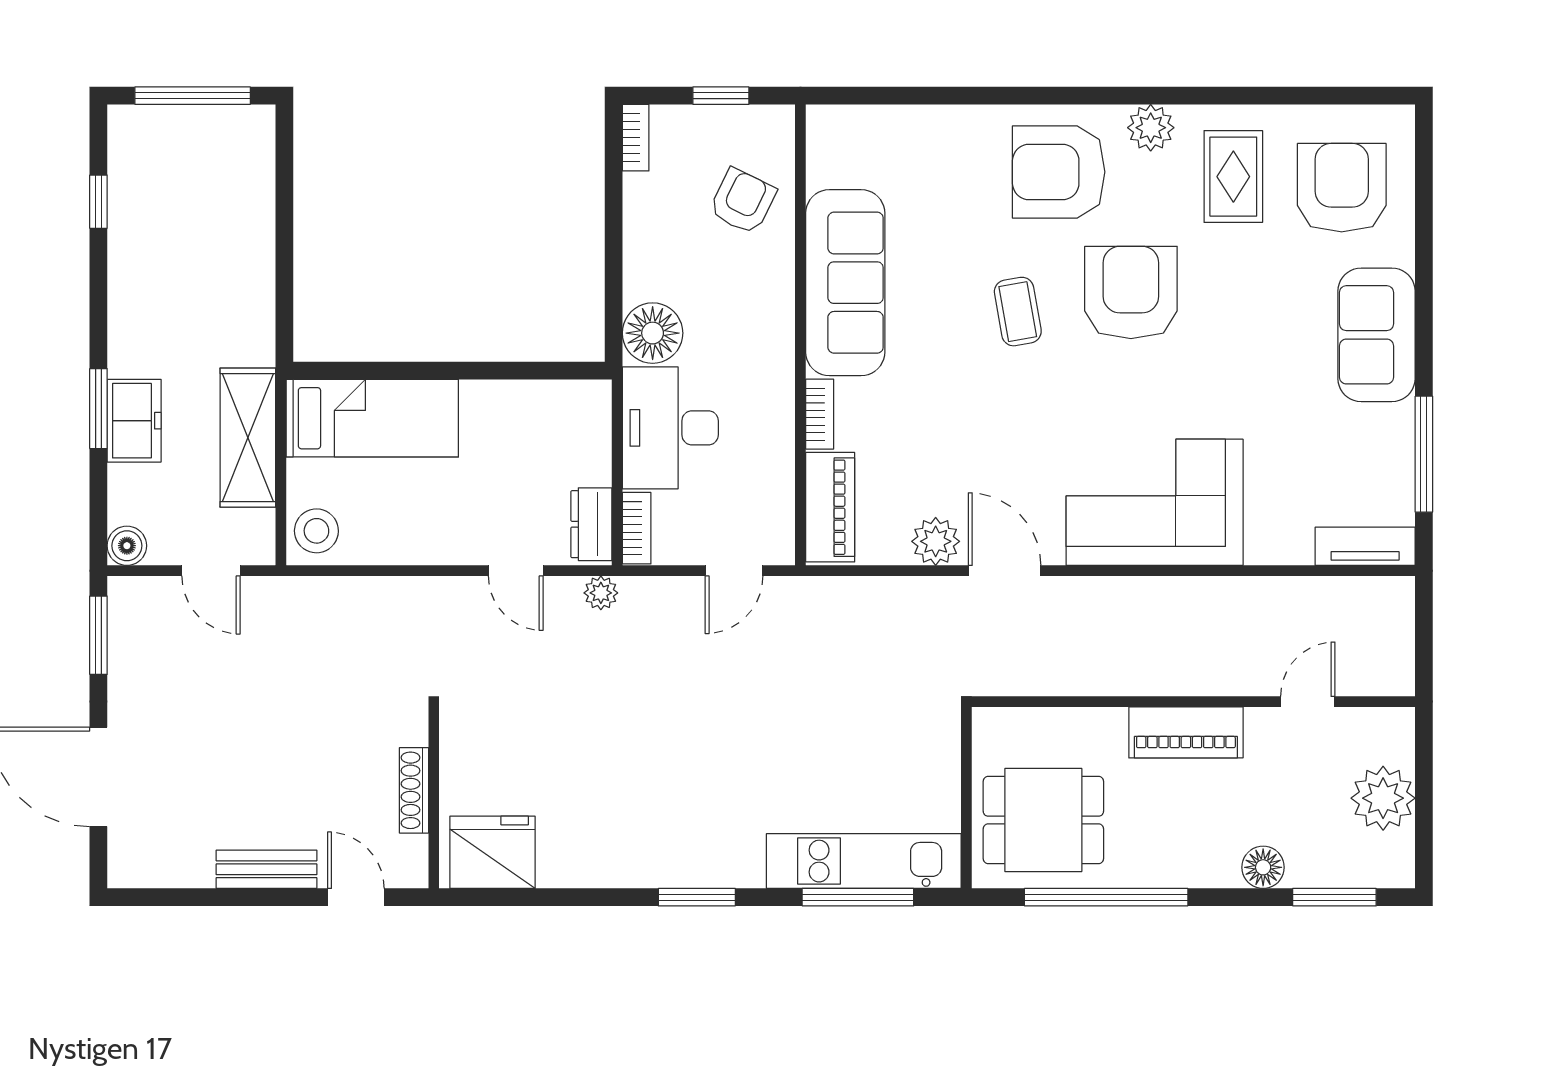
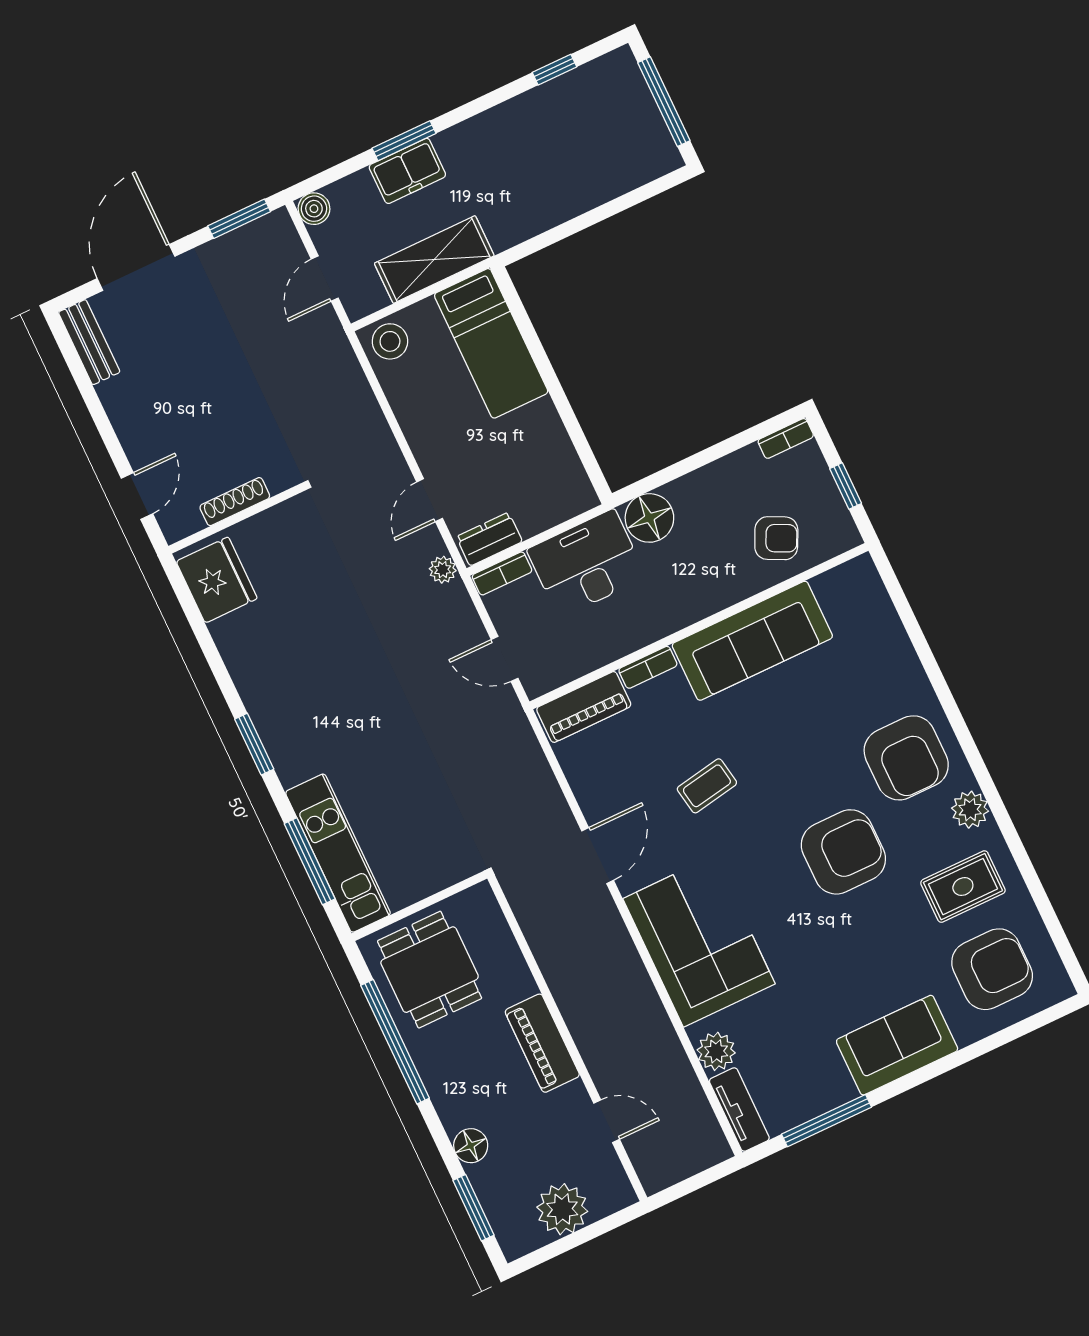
armchair: (1059, 172) -> (906, 758), turned 180
coffee table: (1018, 312) -> (707, 786), moved
plant: (936, 541) -> (716, 1051), moved
bench: (266, 869) -> (89, 342), moved

